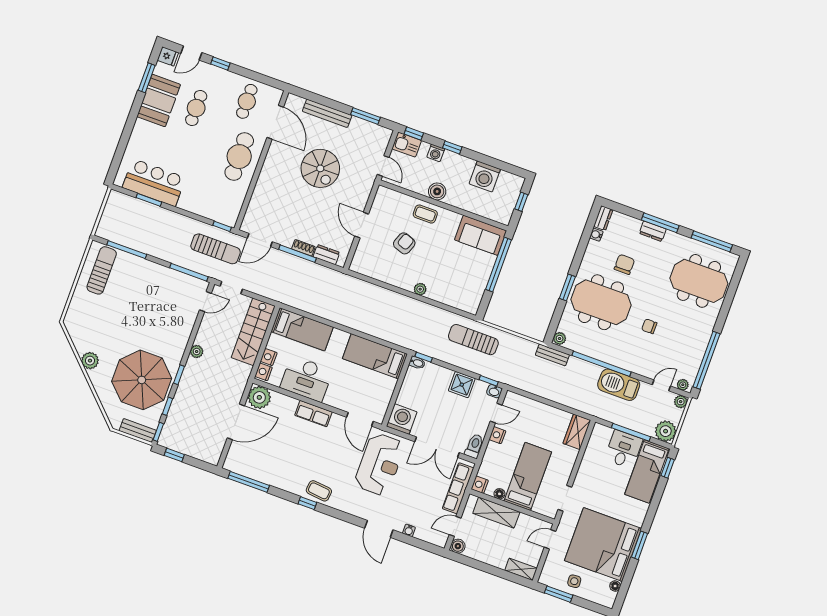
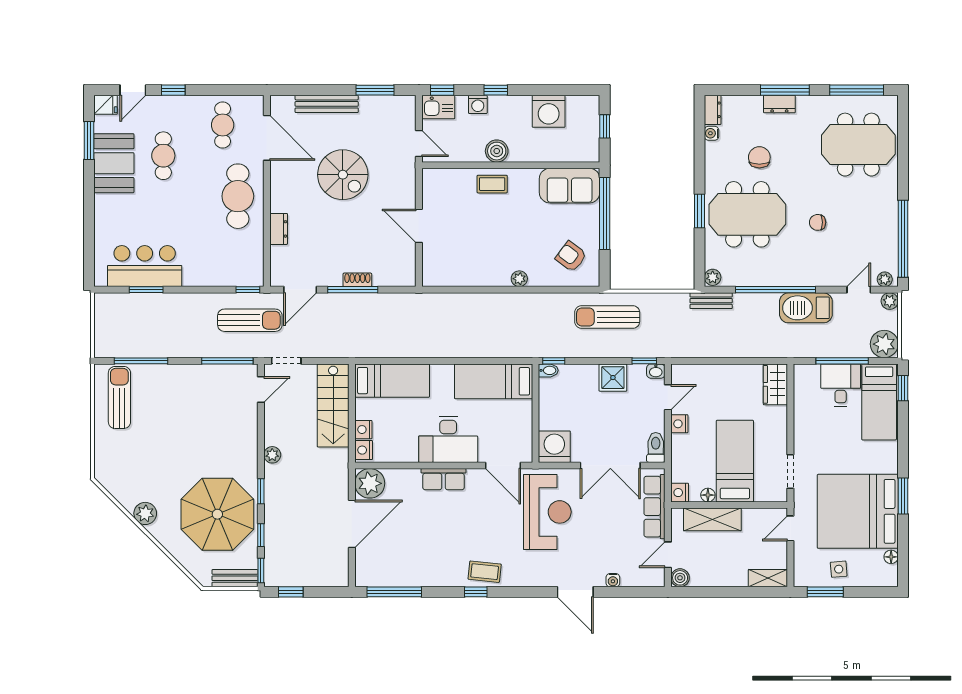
armchair: (404, 243) -> (571, 256), moved, turned -73
dresser: (326, 255) -> (279, 229), moved, turned 90
desk: (306, 379) -> (448, 439), moved

